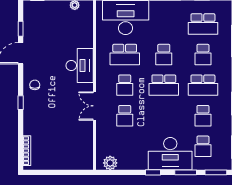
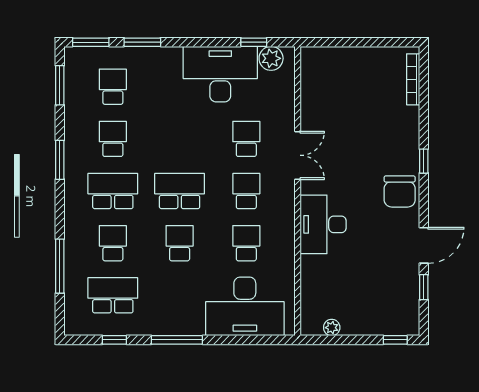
school desk: (125, 55) -> (246, 243), width x0.54
chair: (35, 85) -> (400, 191), width x1.87, depth x1.87
desk: (170, 154) -> (220, 74), moved
window: (153, 172) -> (254, 42), moved

